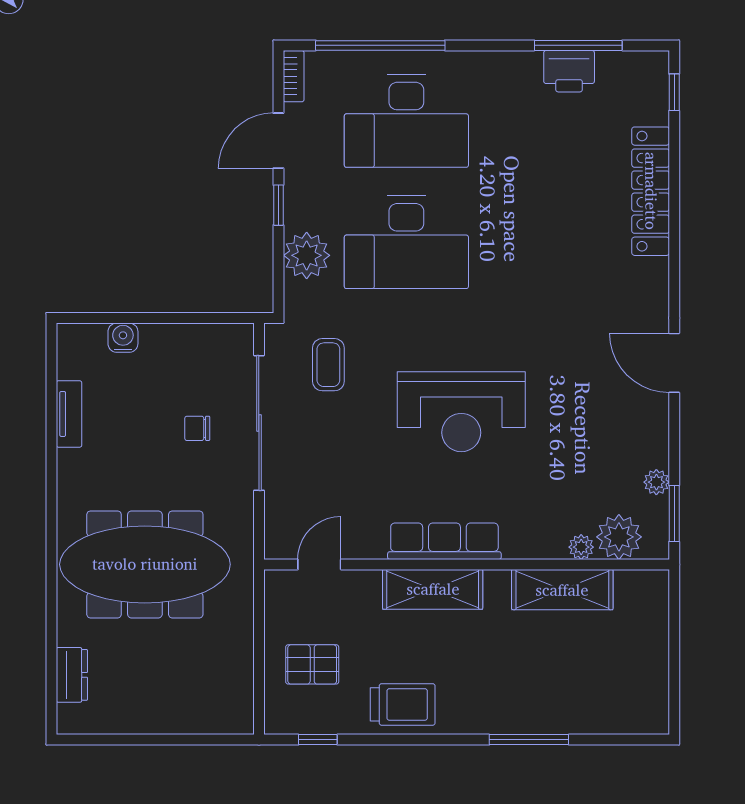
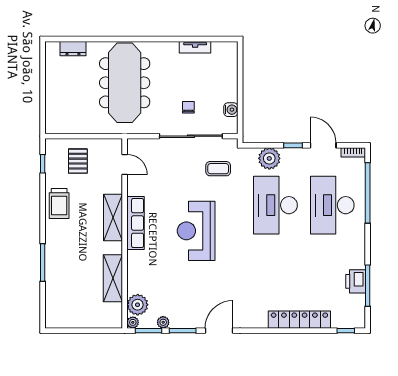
water cooler: (123, 338) -> (231, 110), moved
window: (674, 441) -> (183, 331), added
plant: (581, 547) -> (133, 322), moved

